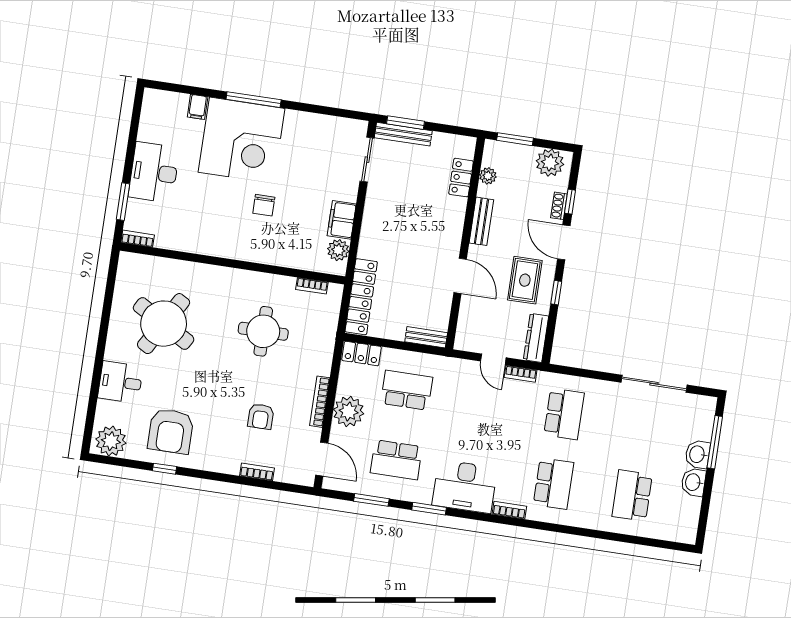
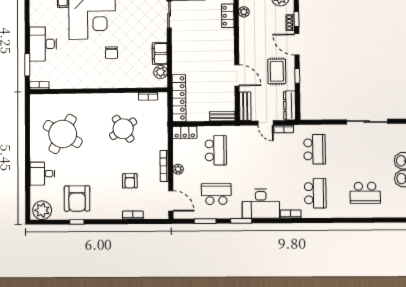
bench: (481, 221) -> (245, 106), moved
round table: (263, 331) -> (123, 129), turned -35
school desk: (407, 390) -> (216, 150), turned 90
plant: (349, 411) -> (178, 169), width x0.53, depth x0.53
school desk: (396, 460) -> (216, 194), turned 180
school desk: (632, 495) -> (365, 193), turned -90

